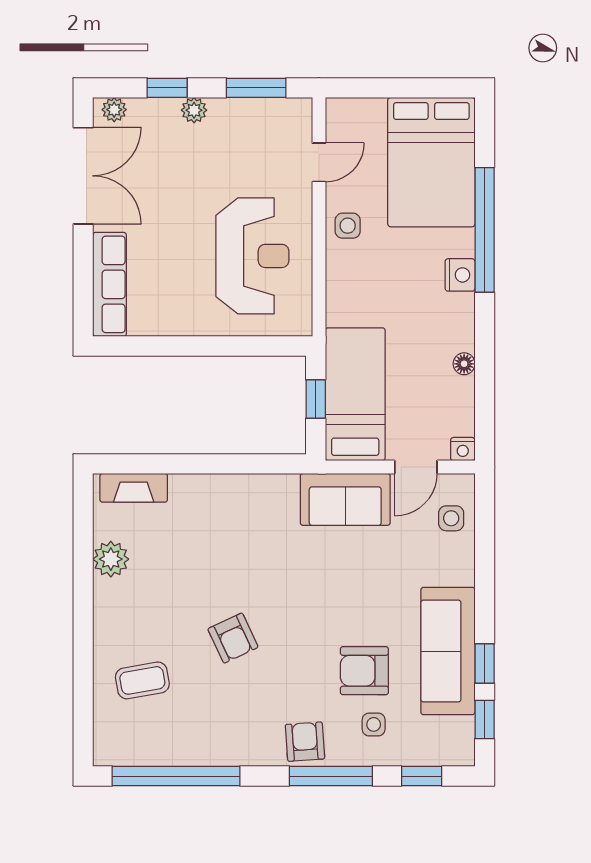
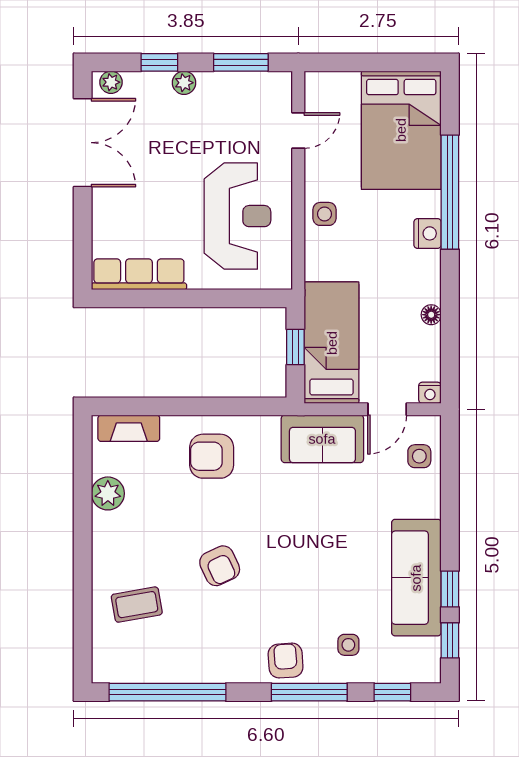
side table: (348, 226) -> (324, 214), moved
row of seats: (110, 284) -> (139, 274), moved, turned -90
armchair: (364, 671) -> (212, 456), moved

